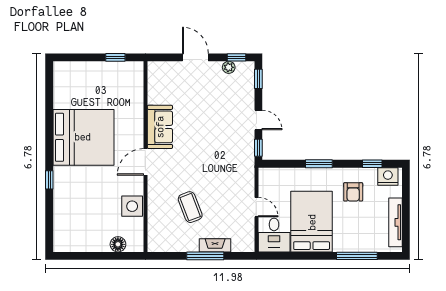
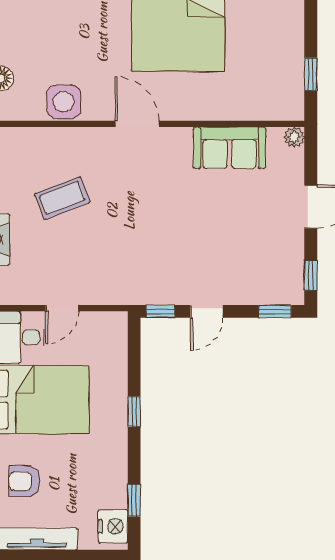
plant: (229, 67) -> (294, 137), moved
sofa: (160, 127) -> (229, 148), moved
window: (319, 164) -> (134, 412), width x0.67
armchair: (353, 192) -> (24, 481), moved

